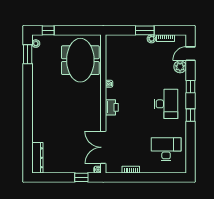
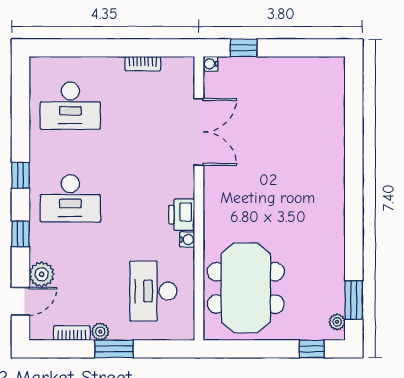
desk: (126, 59) -> (153, 291), added
desk: (166, 104) -> (70, 198), turned -90
printer: (112, 107) -> (182, 215), moved
double door: (103, 147) -> (199, 132), moved
dresser: (37, 158) -> (334, 88), removed

